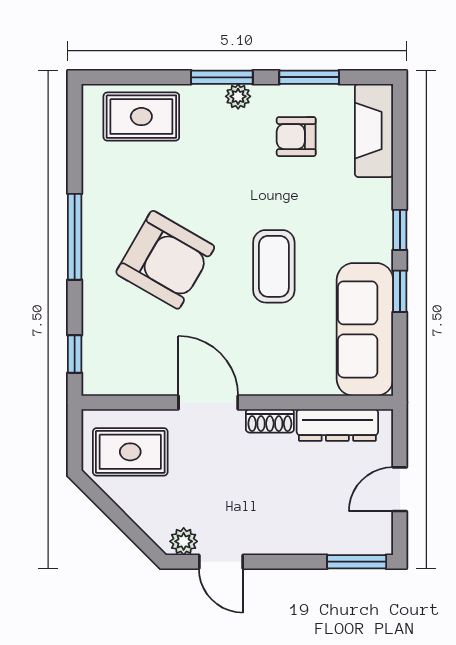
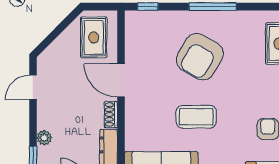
door: (208, 402) -> (121, 80), swing flipped
plant: (184, 541) -> (44, 138), moved

